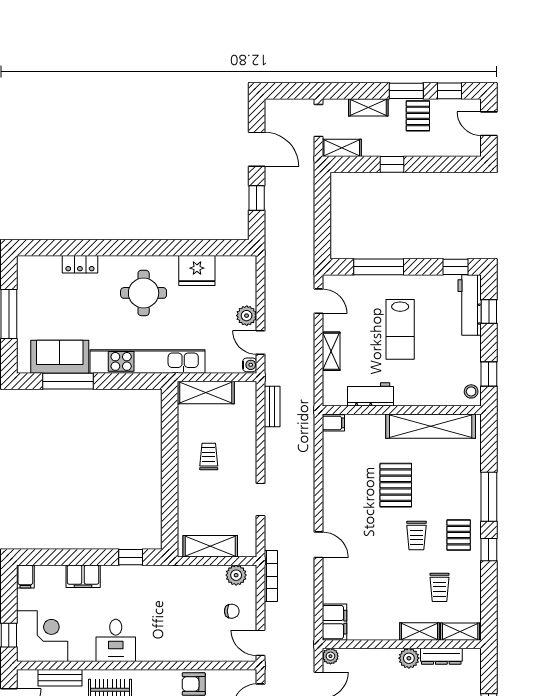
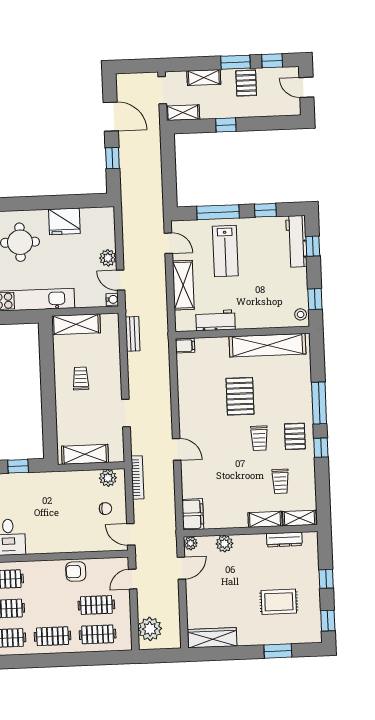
window: (455, 267) -> (265, 210), moved
lab bench: (400, 329) -> (225, 251), moved
shelving: (331, 351) -> (183, 285), width x1.50, depth x1.33
plant: (409, 658) -> (224, 544), moved

